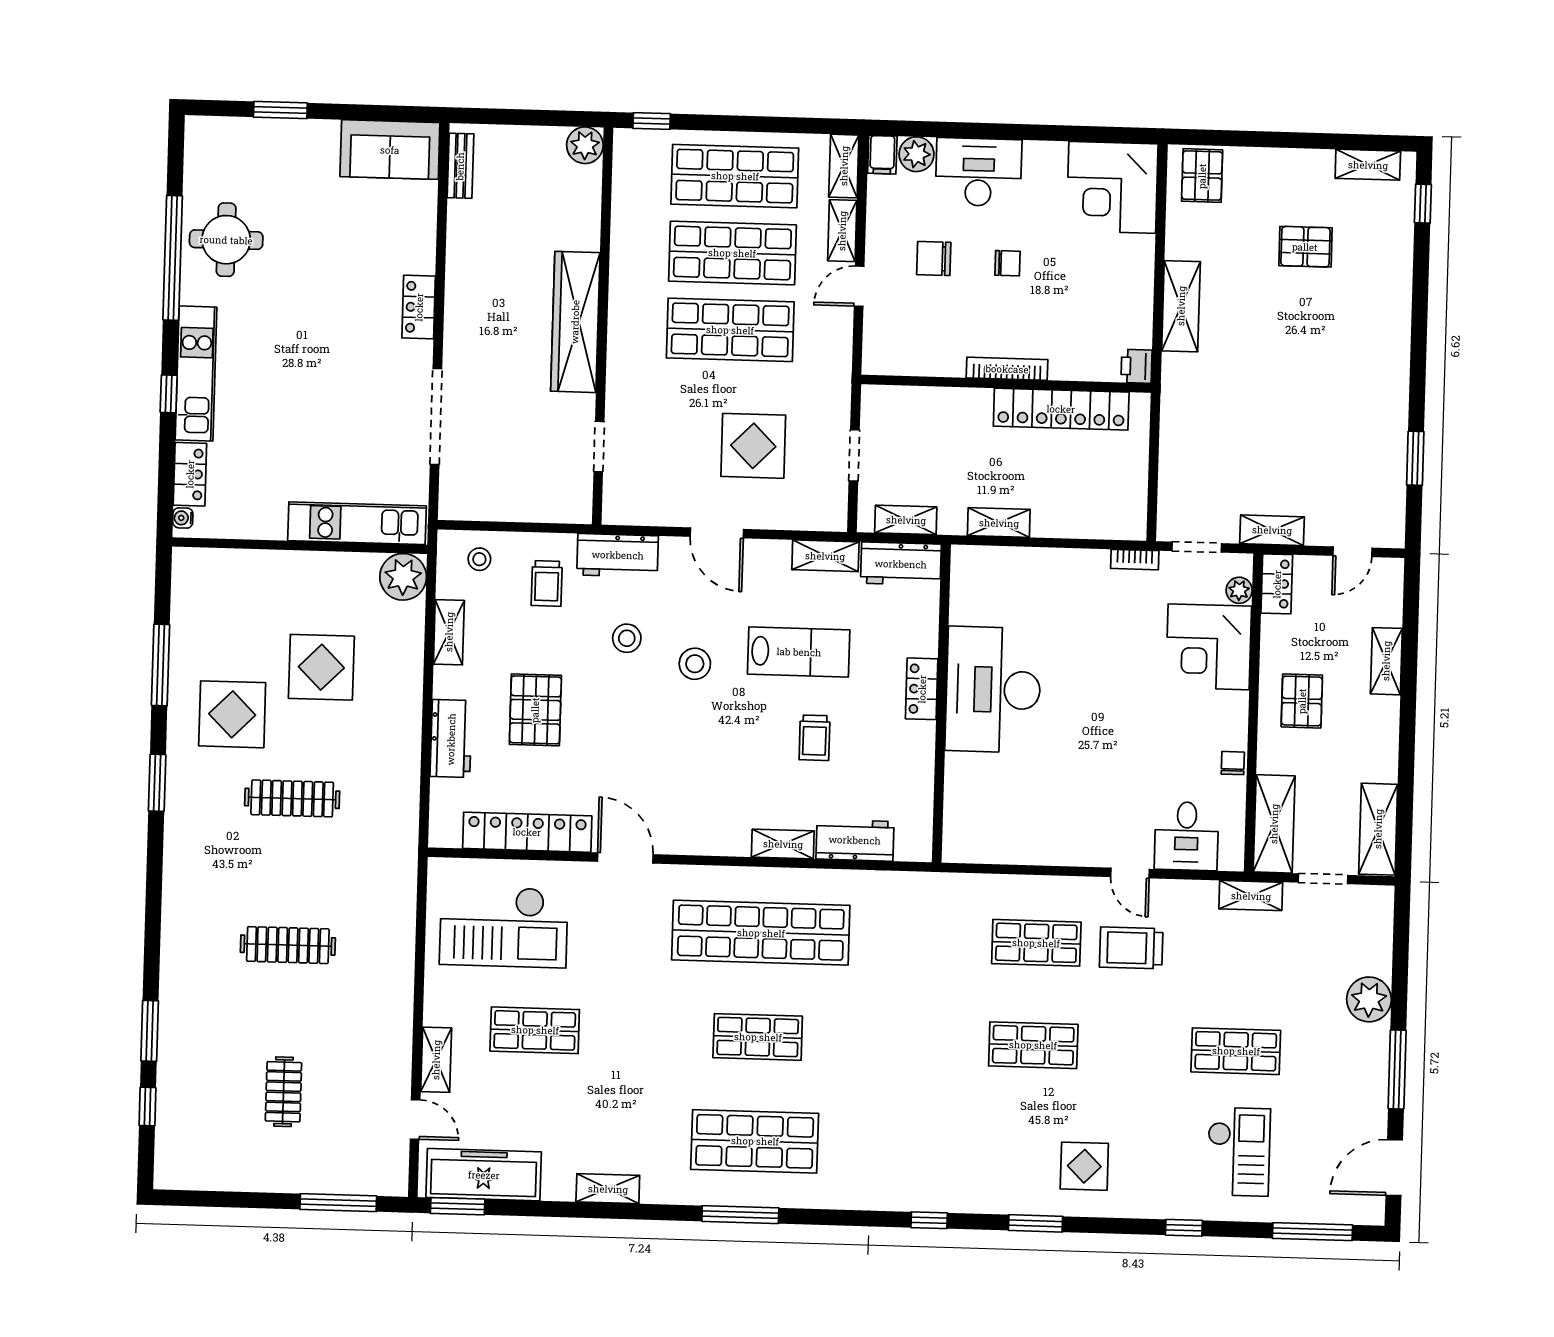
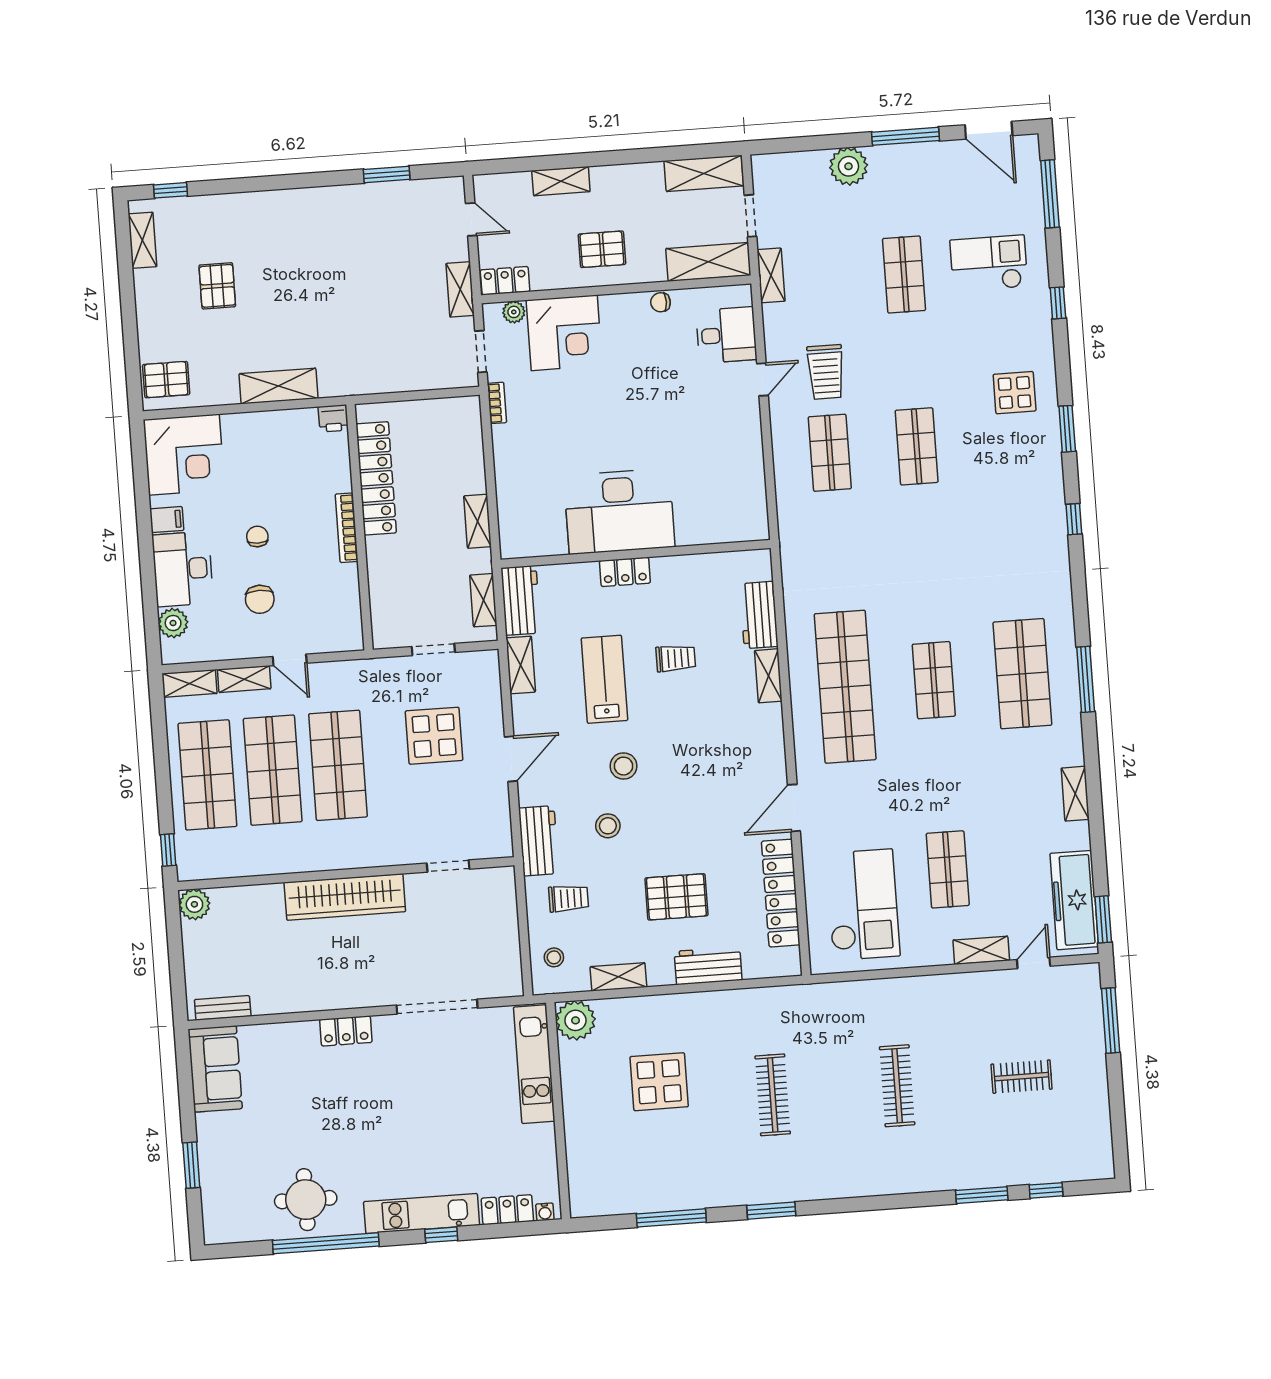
filing cabinet: (882, 155) -> (167, 520), moved
display table: (232, 714) -> (707, 1153), removed

